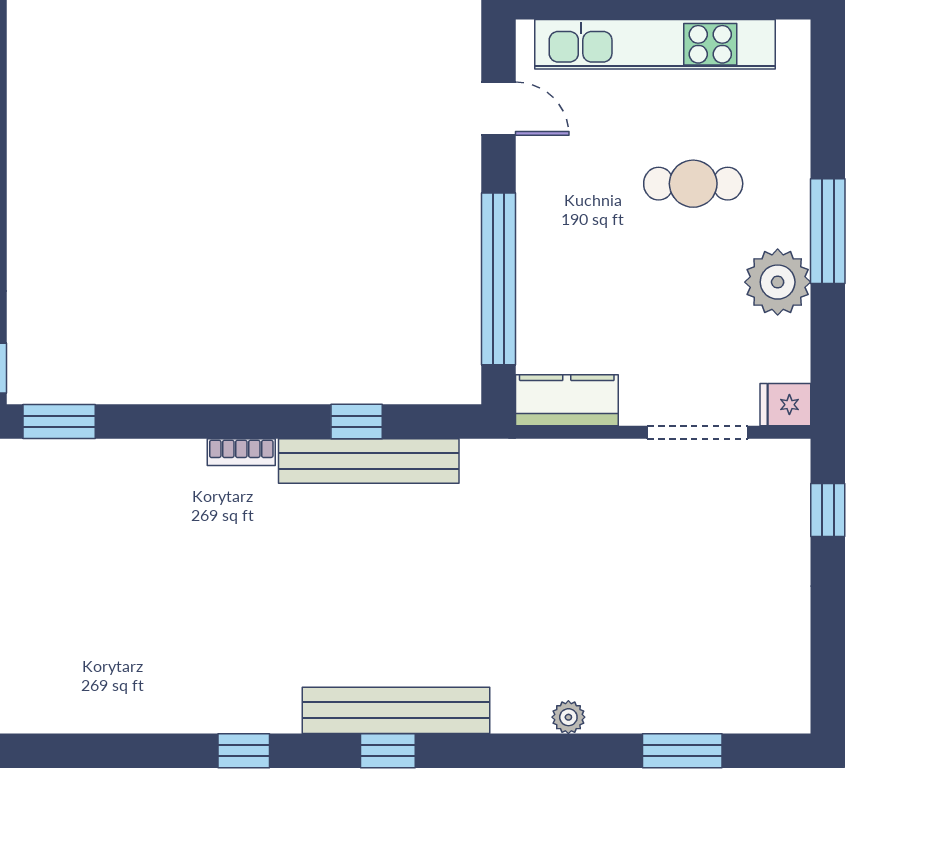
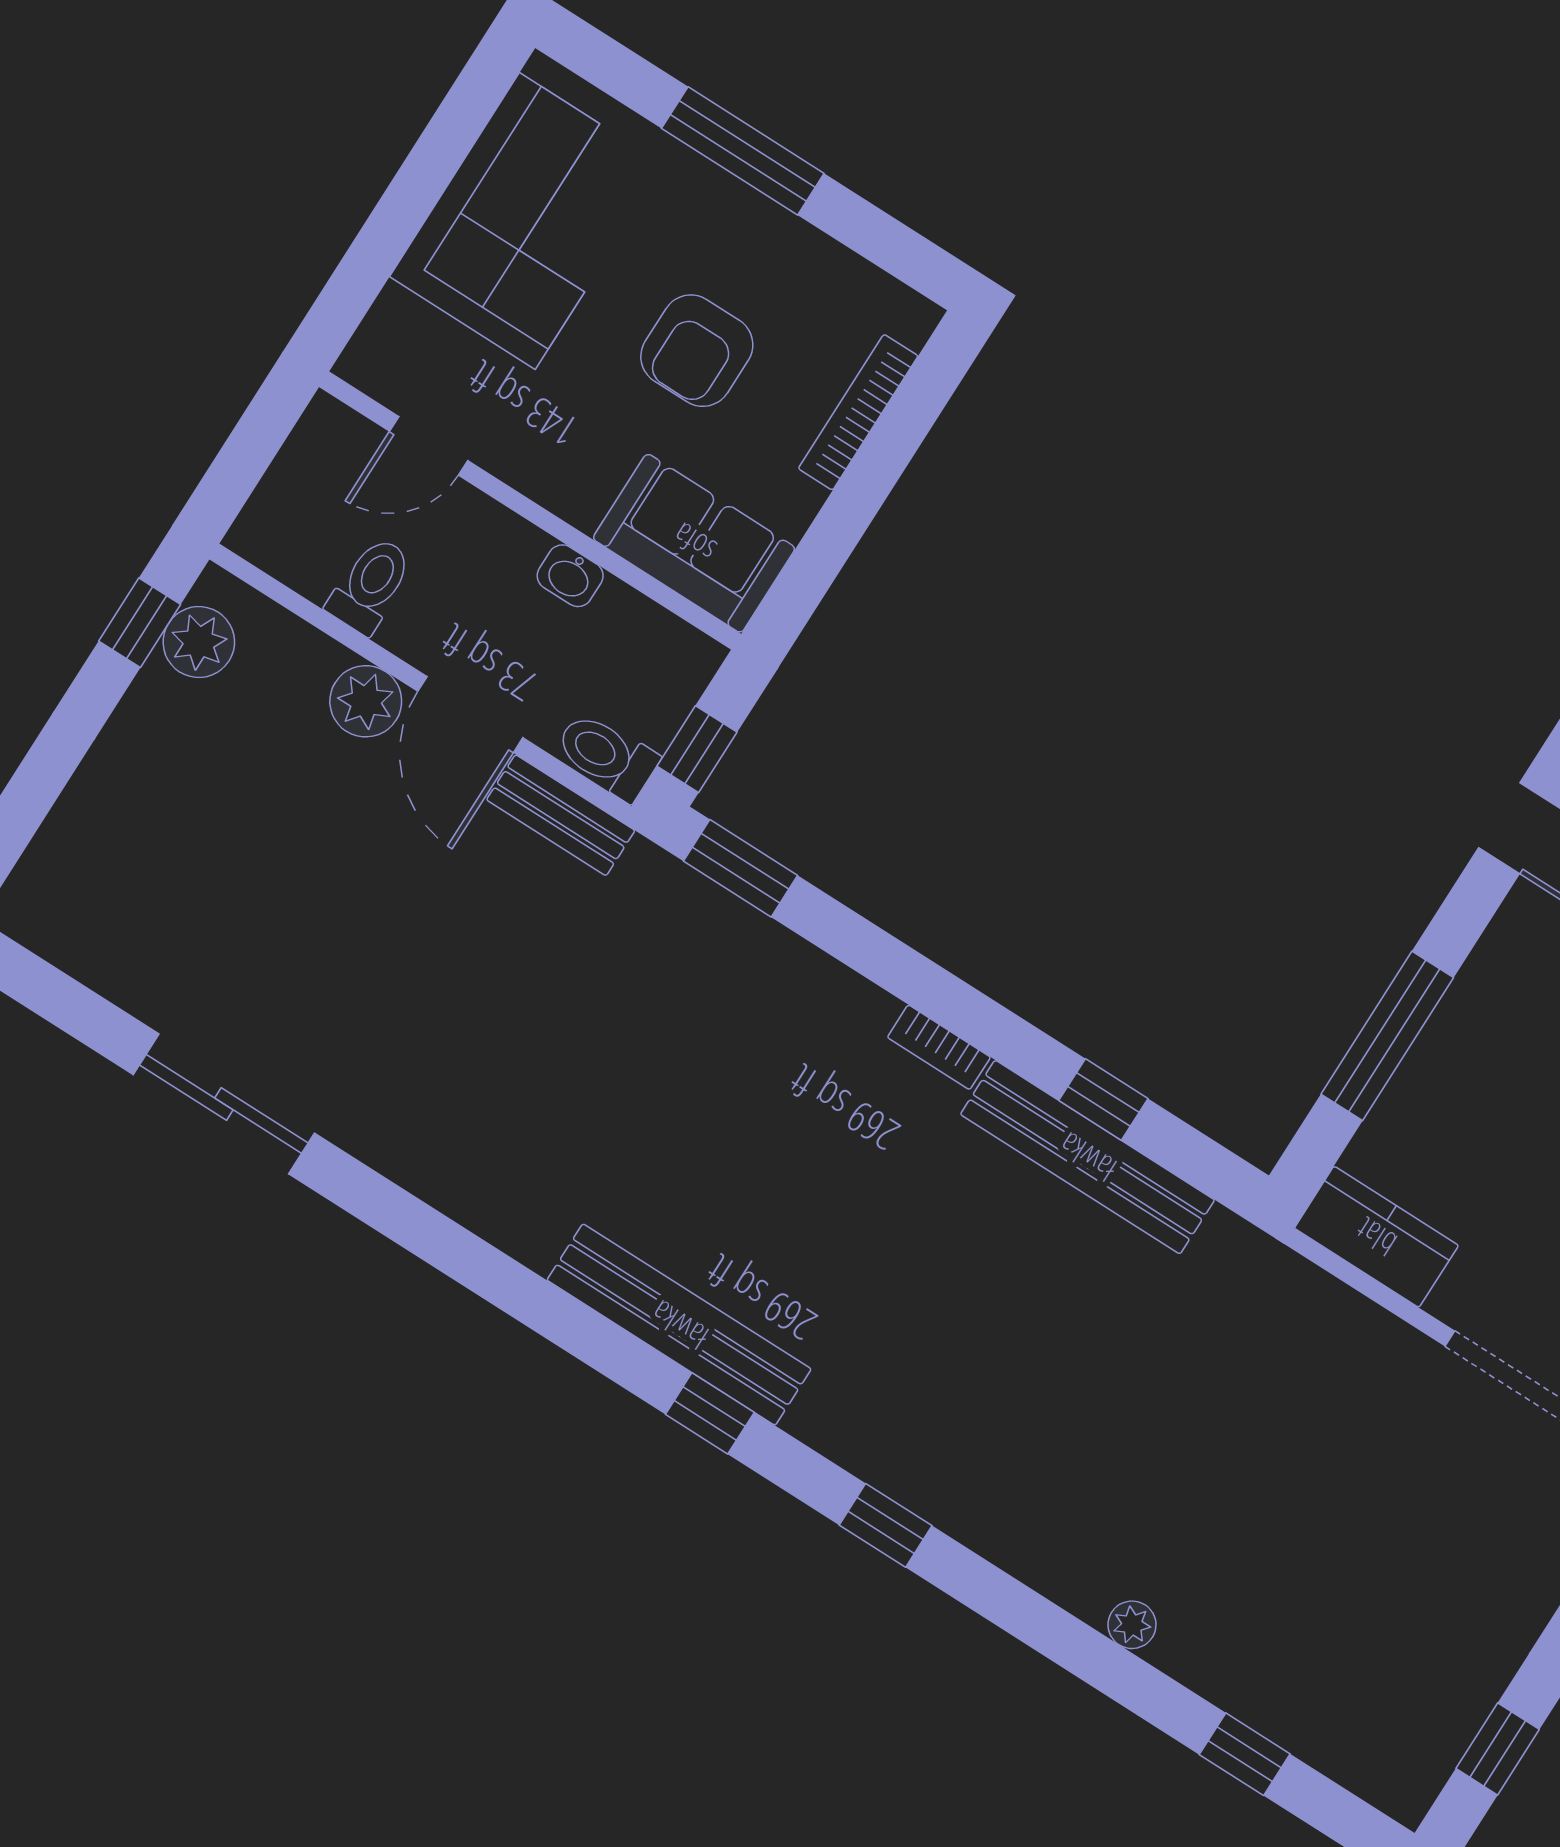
window: (498, 279) -> (1387, 1036), width x0.68
window: (828, 654) -> (1498, 1749), added
bench: (396, 710) -> (679, 1325), moved
window: (682, 751) -> (1245, 1754), width x0.67

